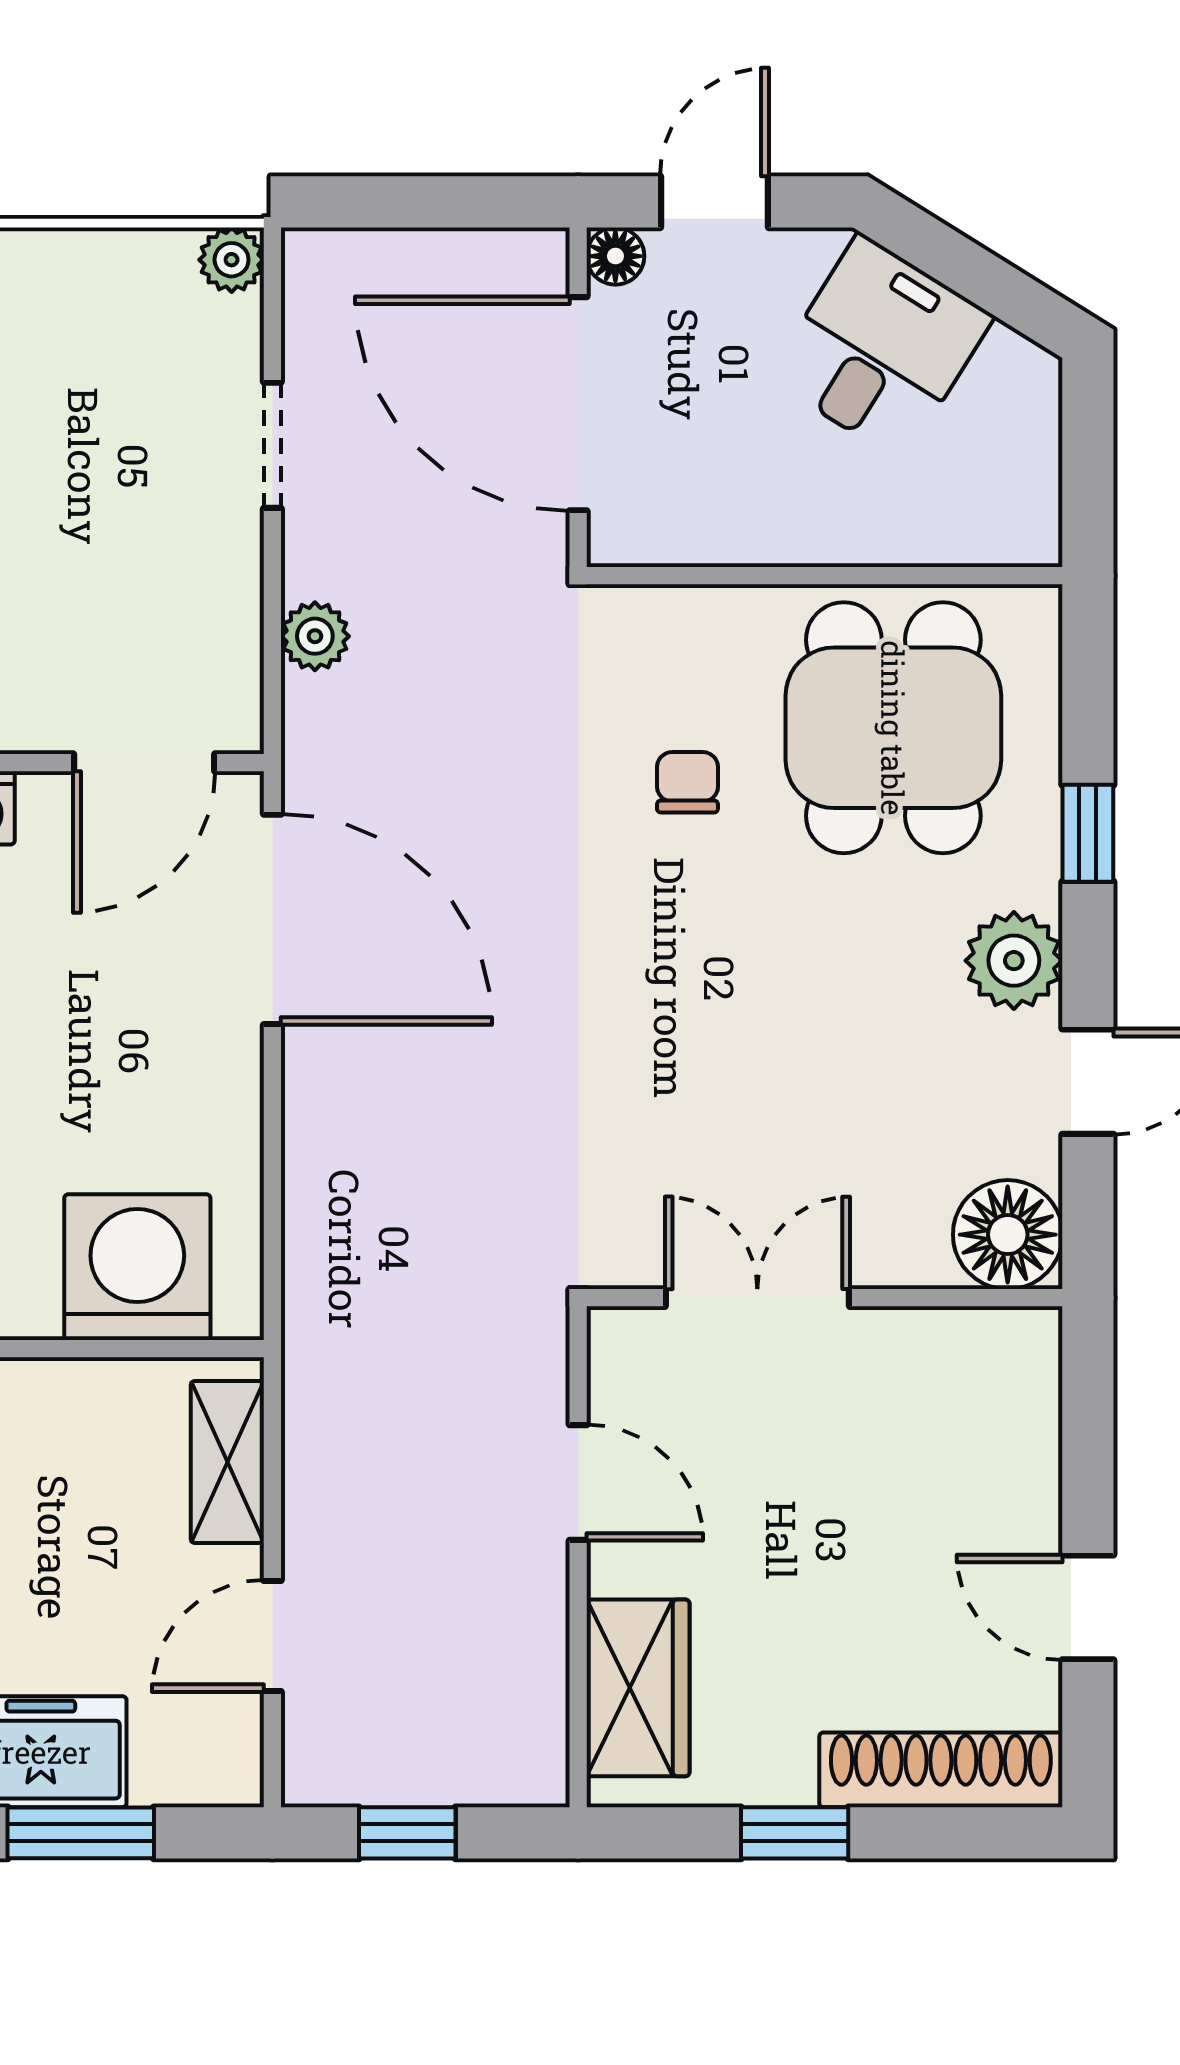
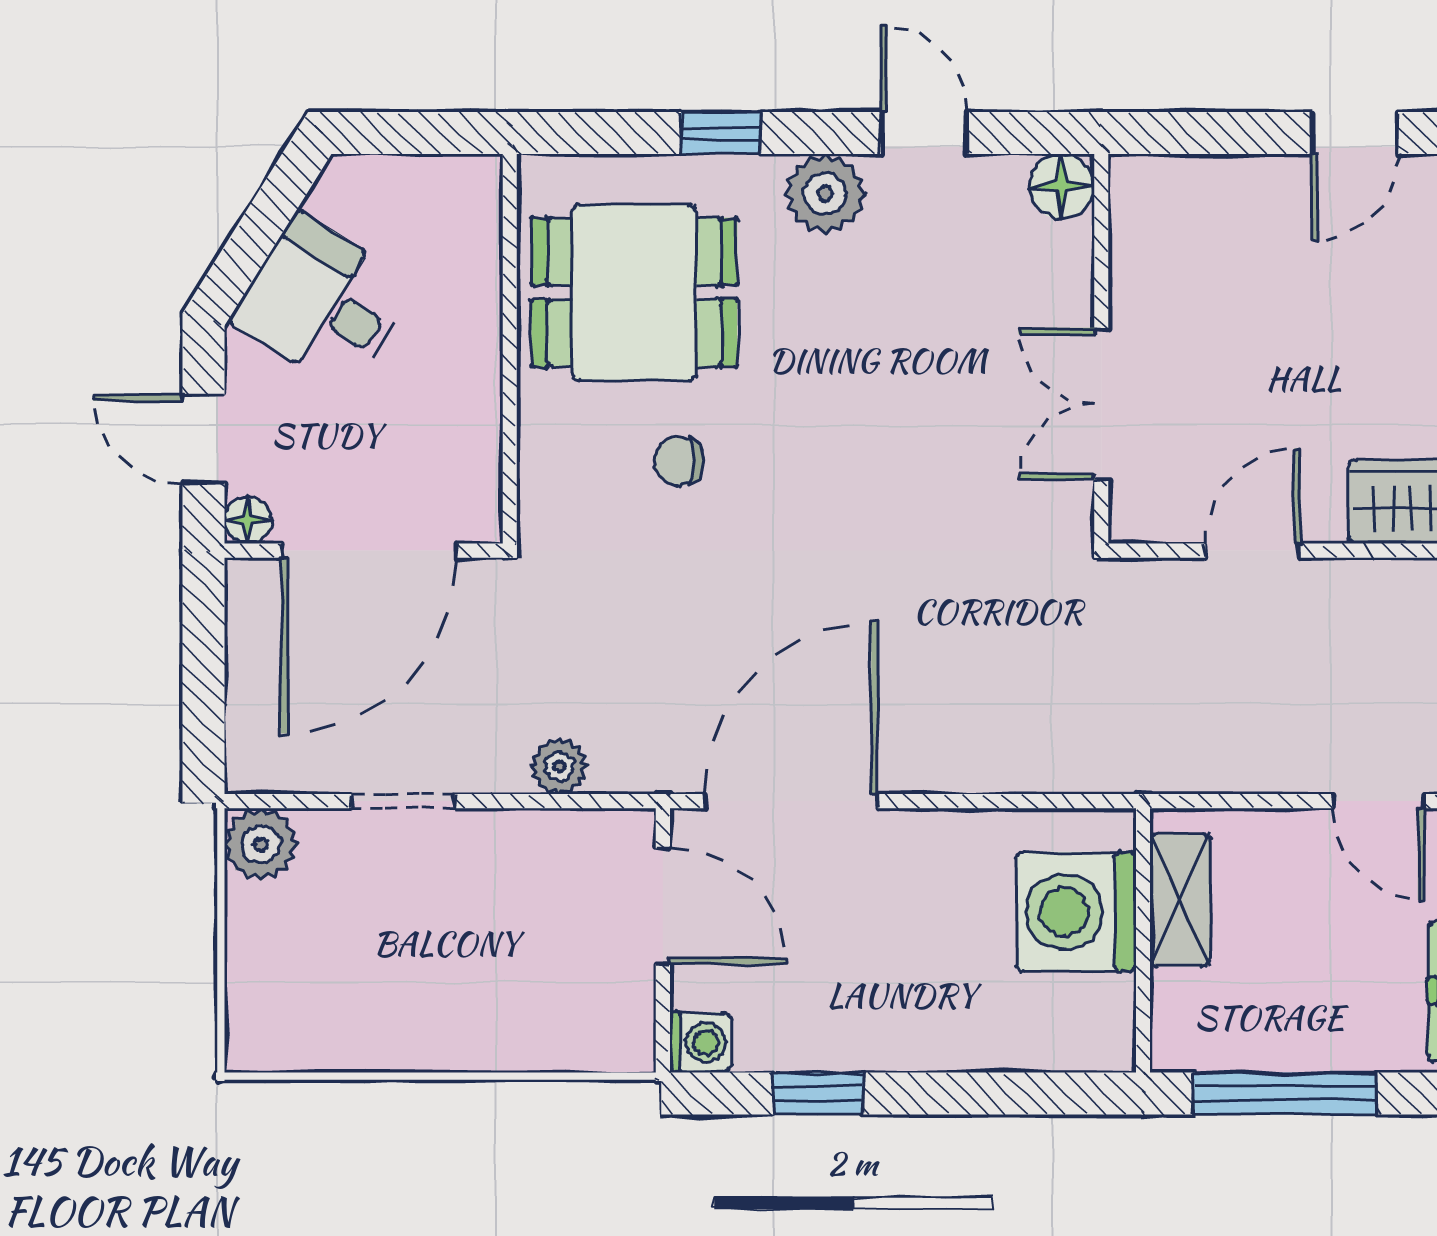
plant: (232, 260) -> (261, 845), width x1.38, depth x1.38
floor lamp: (1008, 1235) -> (1062, 187), width x0.73, depth x0.73
shelving: (227, 1462) -> (1180, 900), moved, turned 90

